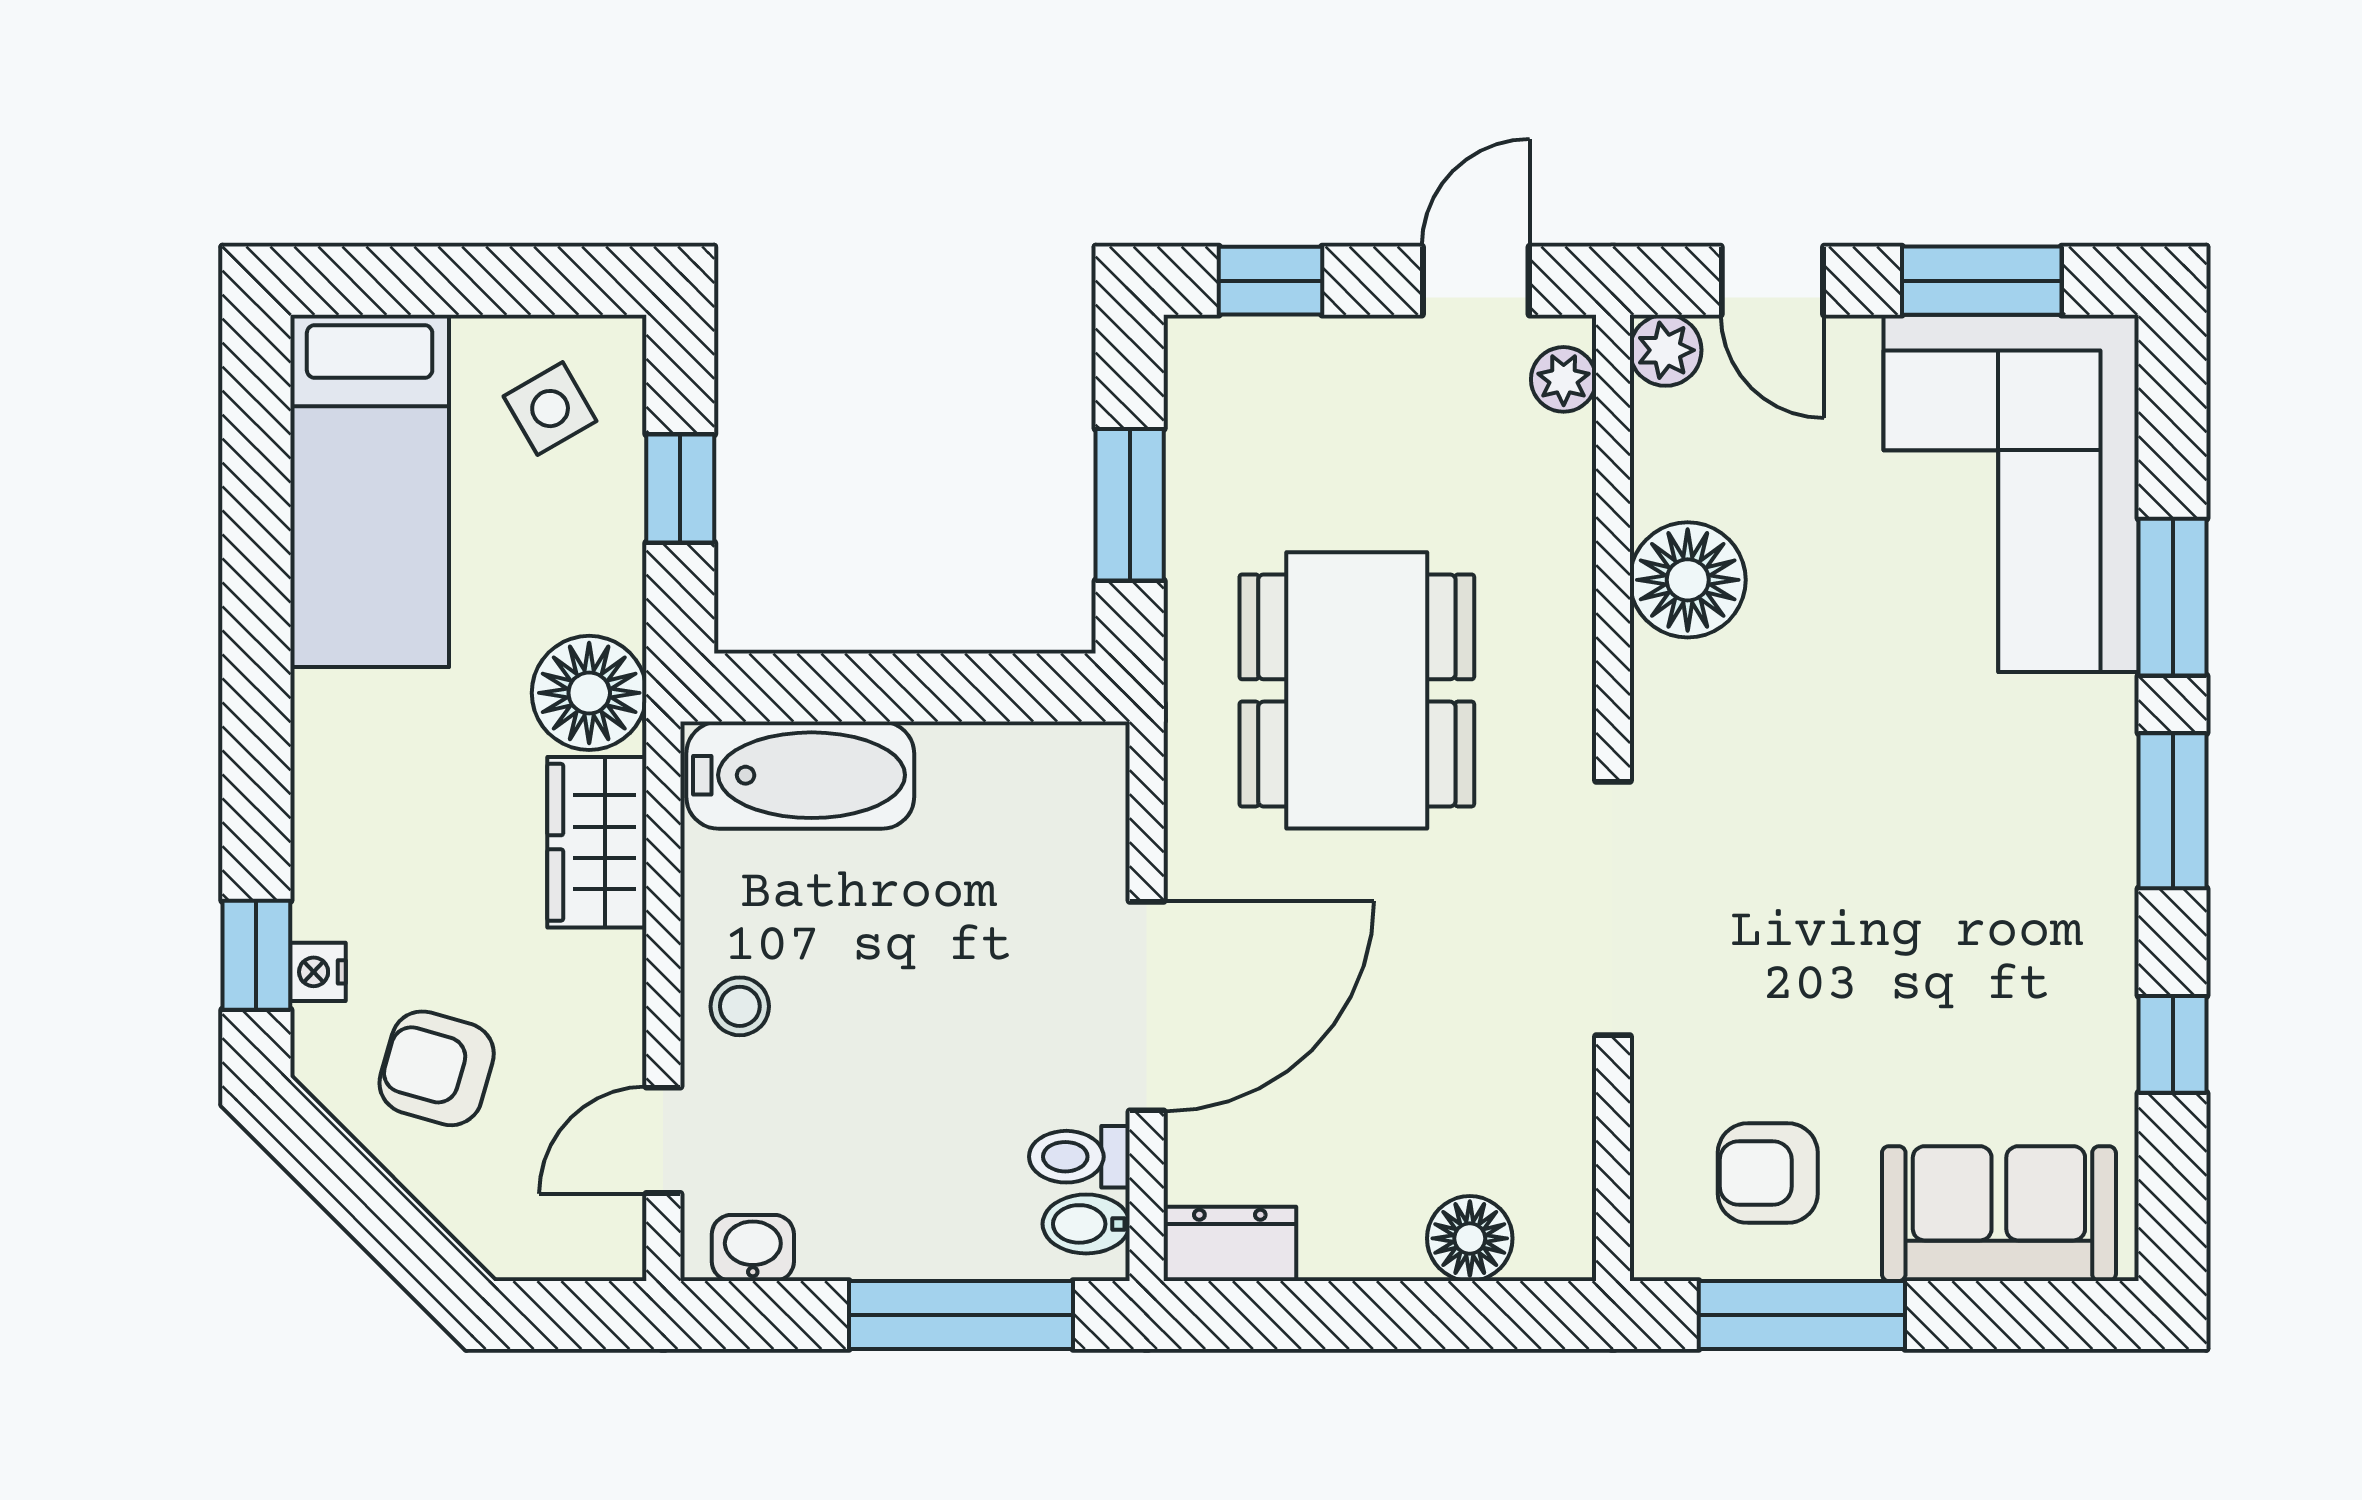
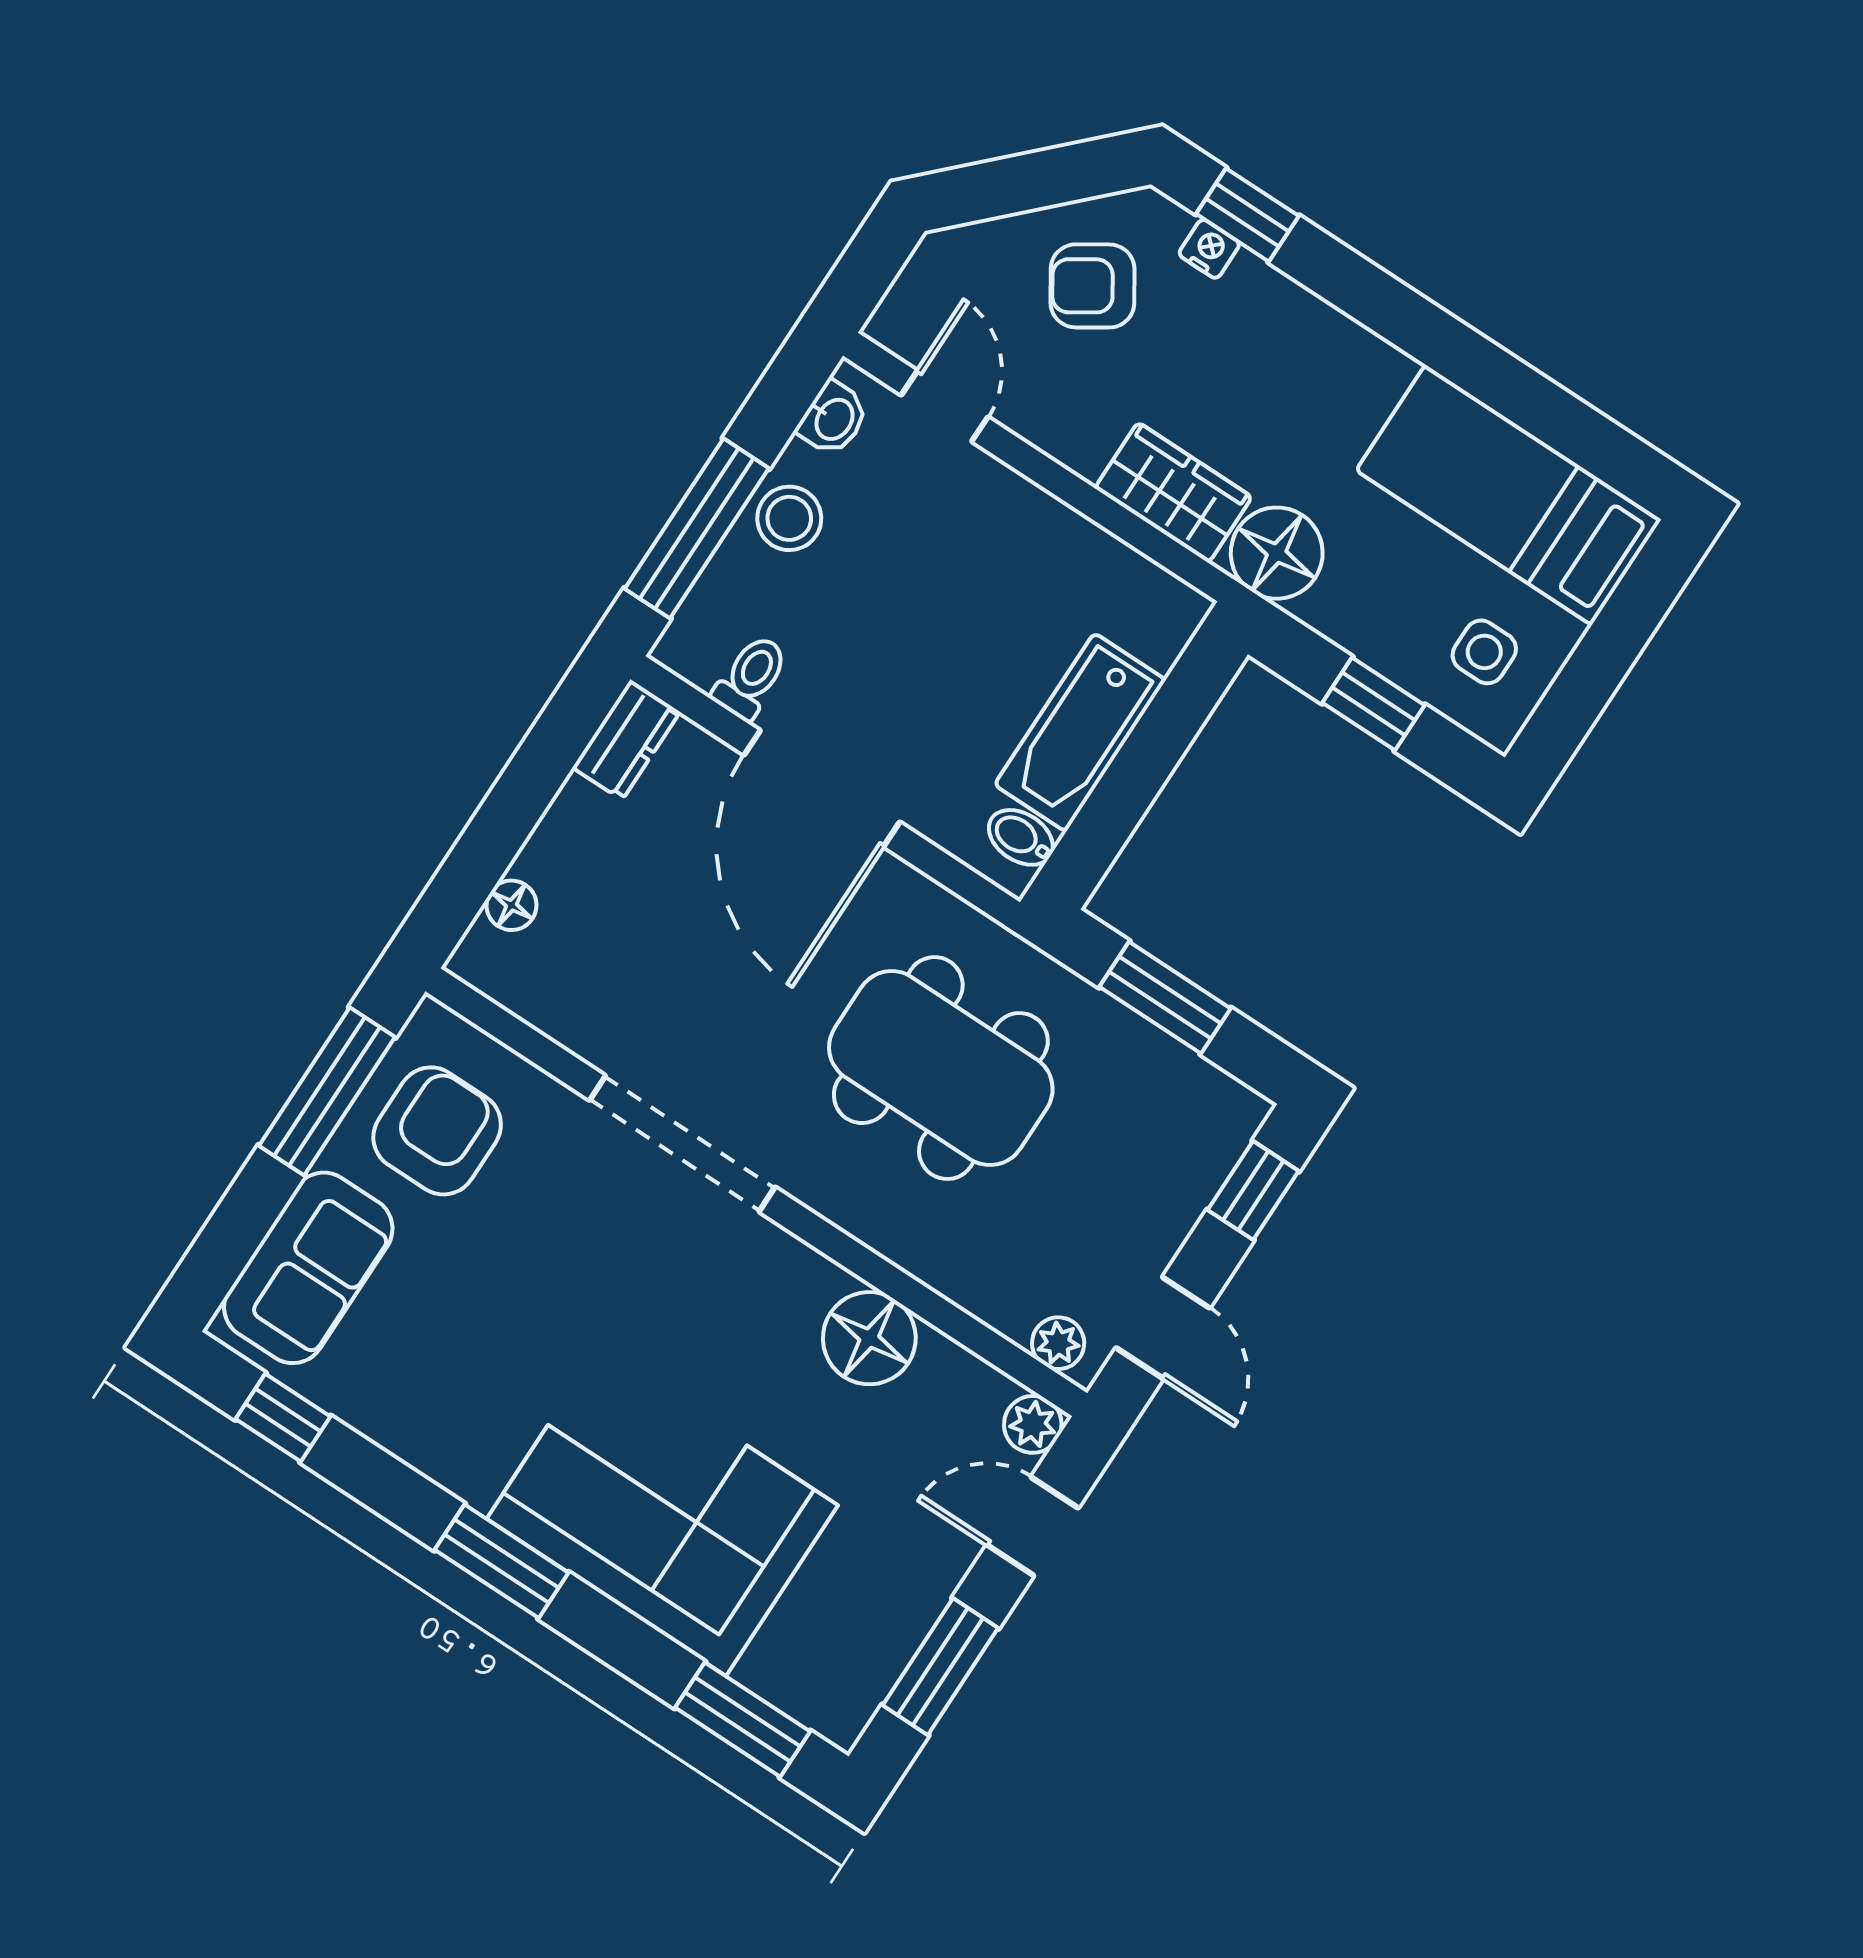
side table: (550, 409) -> (1484, 652), turned 30
corner sofa: (2011, 493) -> (662, 1512), moved
window: (2173, 597) -> (743, 1720), moved
bathtub: (800, 775) -> (1080, 732), moved
stool: (740, 1006) -> (789, 518), moved, width x1.37, depth x1.37
window: (2173, 1044) -> (283, 1418), moved
armchair: (437, 1068) -> (1093, 286), turned -139
armchair: (1768, 1173) -> (437, 1131), width x1.38, depth x1.38
bidet: (1086, 1224) -> (1021, 837), moved, turned -90
floor lamp: (1470, 1238) -> (511, 905), width x0.73, depth x0.73

